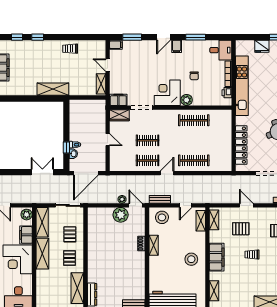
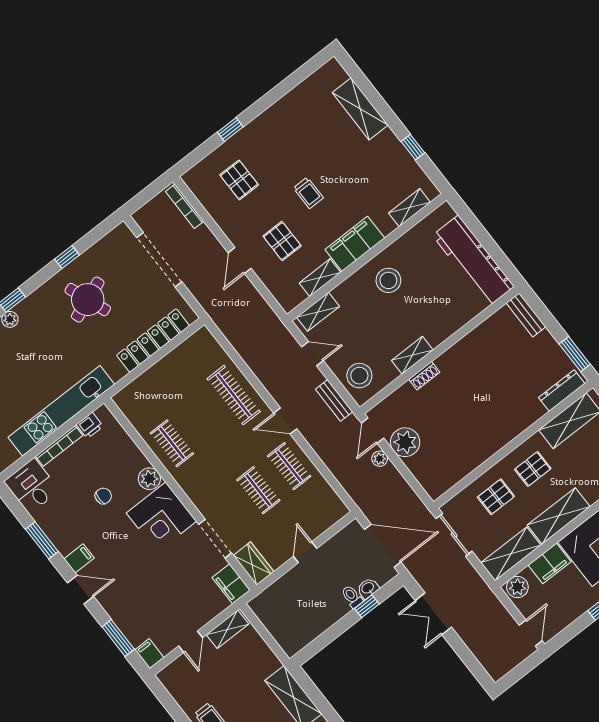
clothes rail: (194, 120) -> (172, 443), width x0.73
shelving: (214, 220) -> (320, 278), moved

